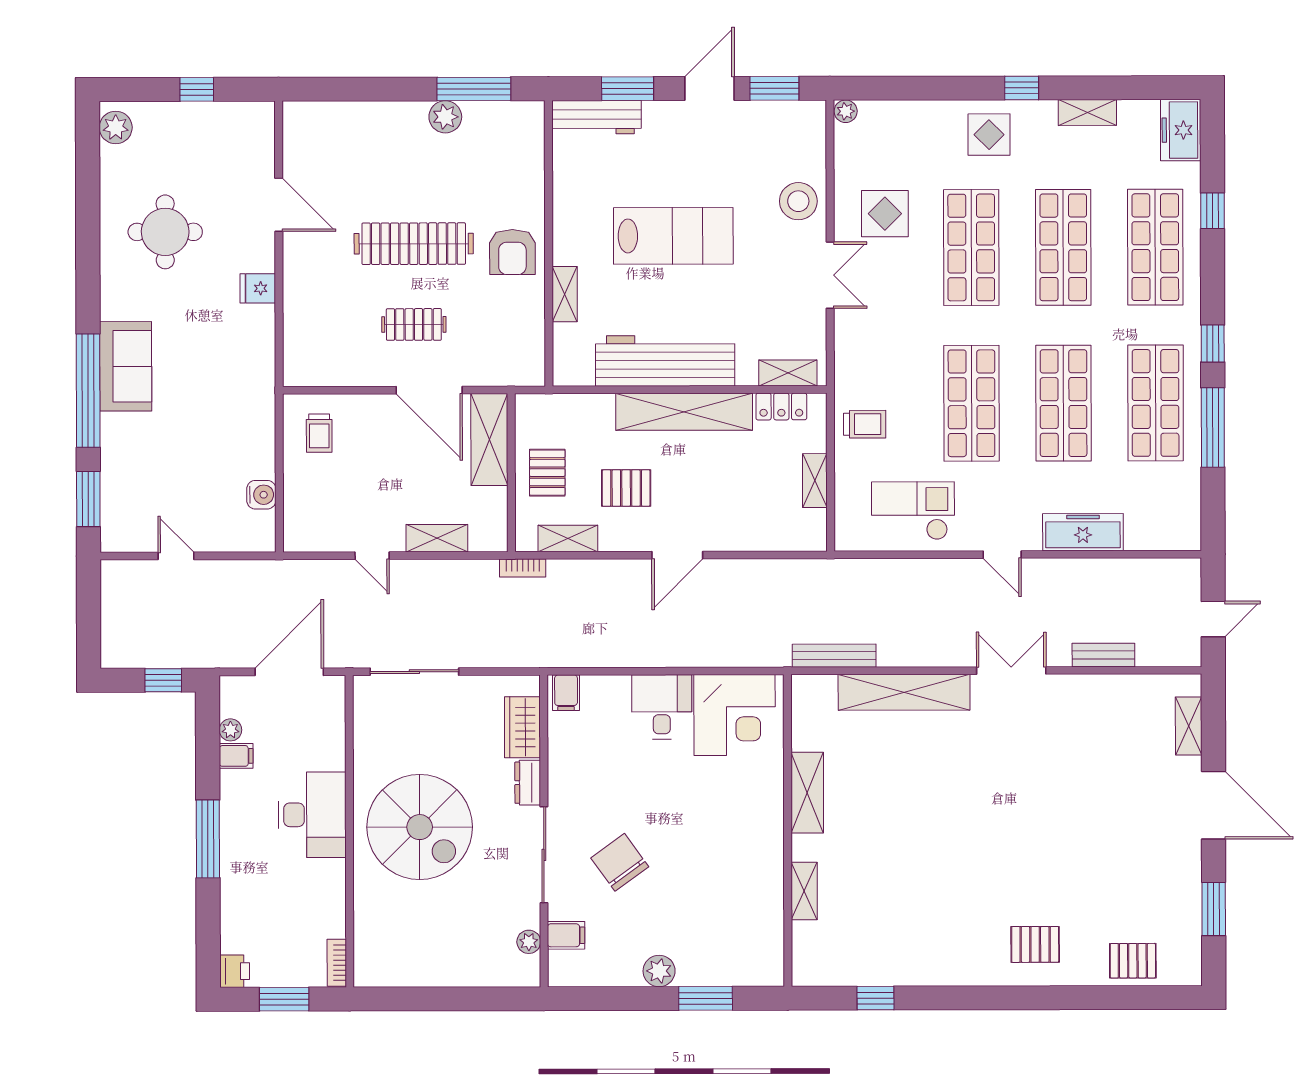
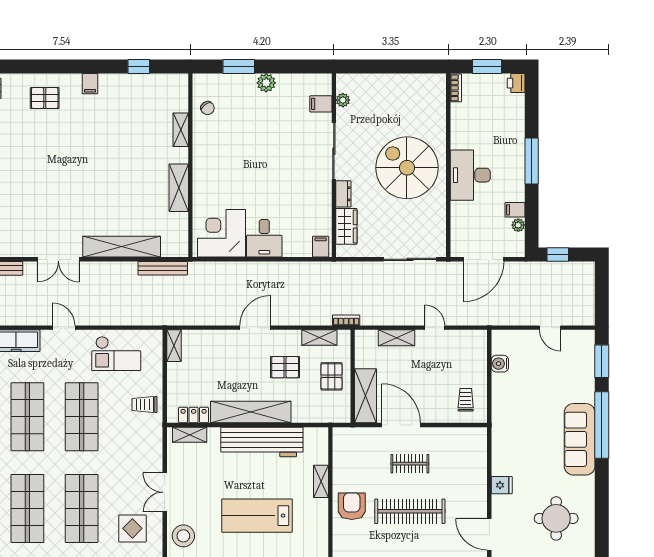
sofa: (126, 366) -> (580, 439), width x1.36
shelving: (815, 481) -> (174, 346), moved
chair: (620, 862) -> (207, 108), moved, width x0.54, depth x0.54
filing cabinet: (958, 969) -> (90, 84), added

